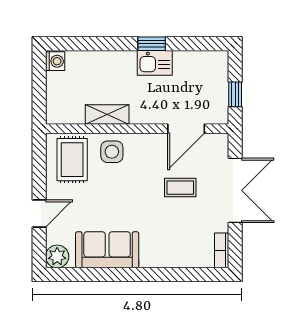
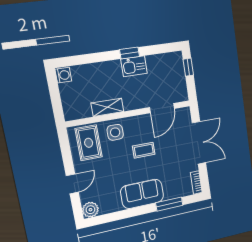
window: (235, 94) -> (188, 67), moved
coffee table: (180, 188) -> (144, 150), moved
sofa: (107, 250) -> (142, 194), moved
window: (174, 275) -> (169, 204), added

